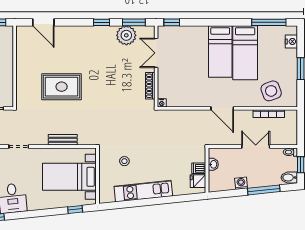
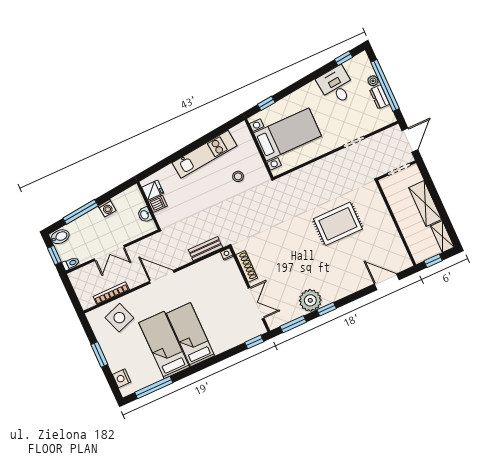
plant: (126, 35) -> (310, 300), moved
bench: (63, 140) -> (205, 249), moved

